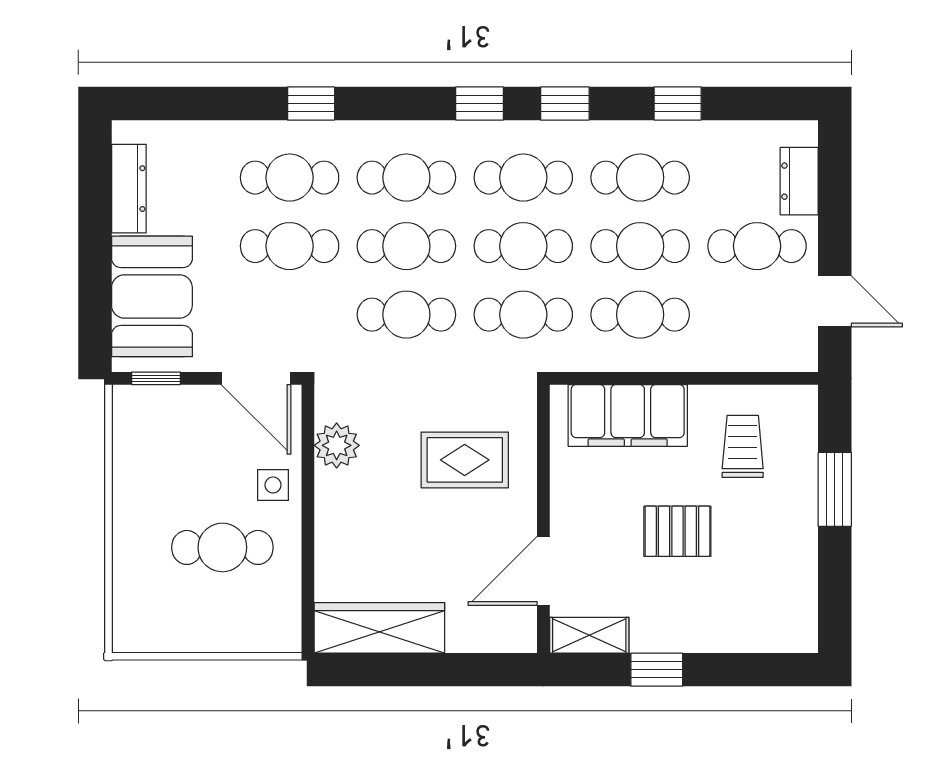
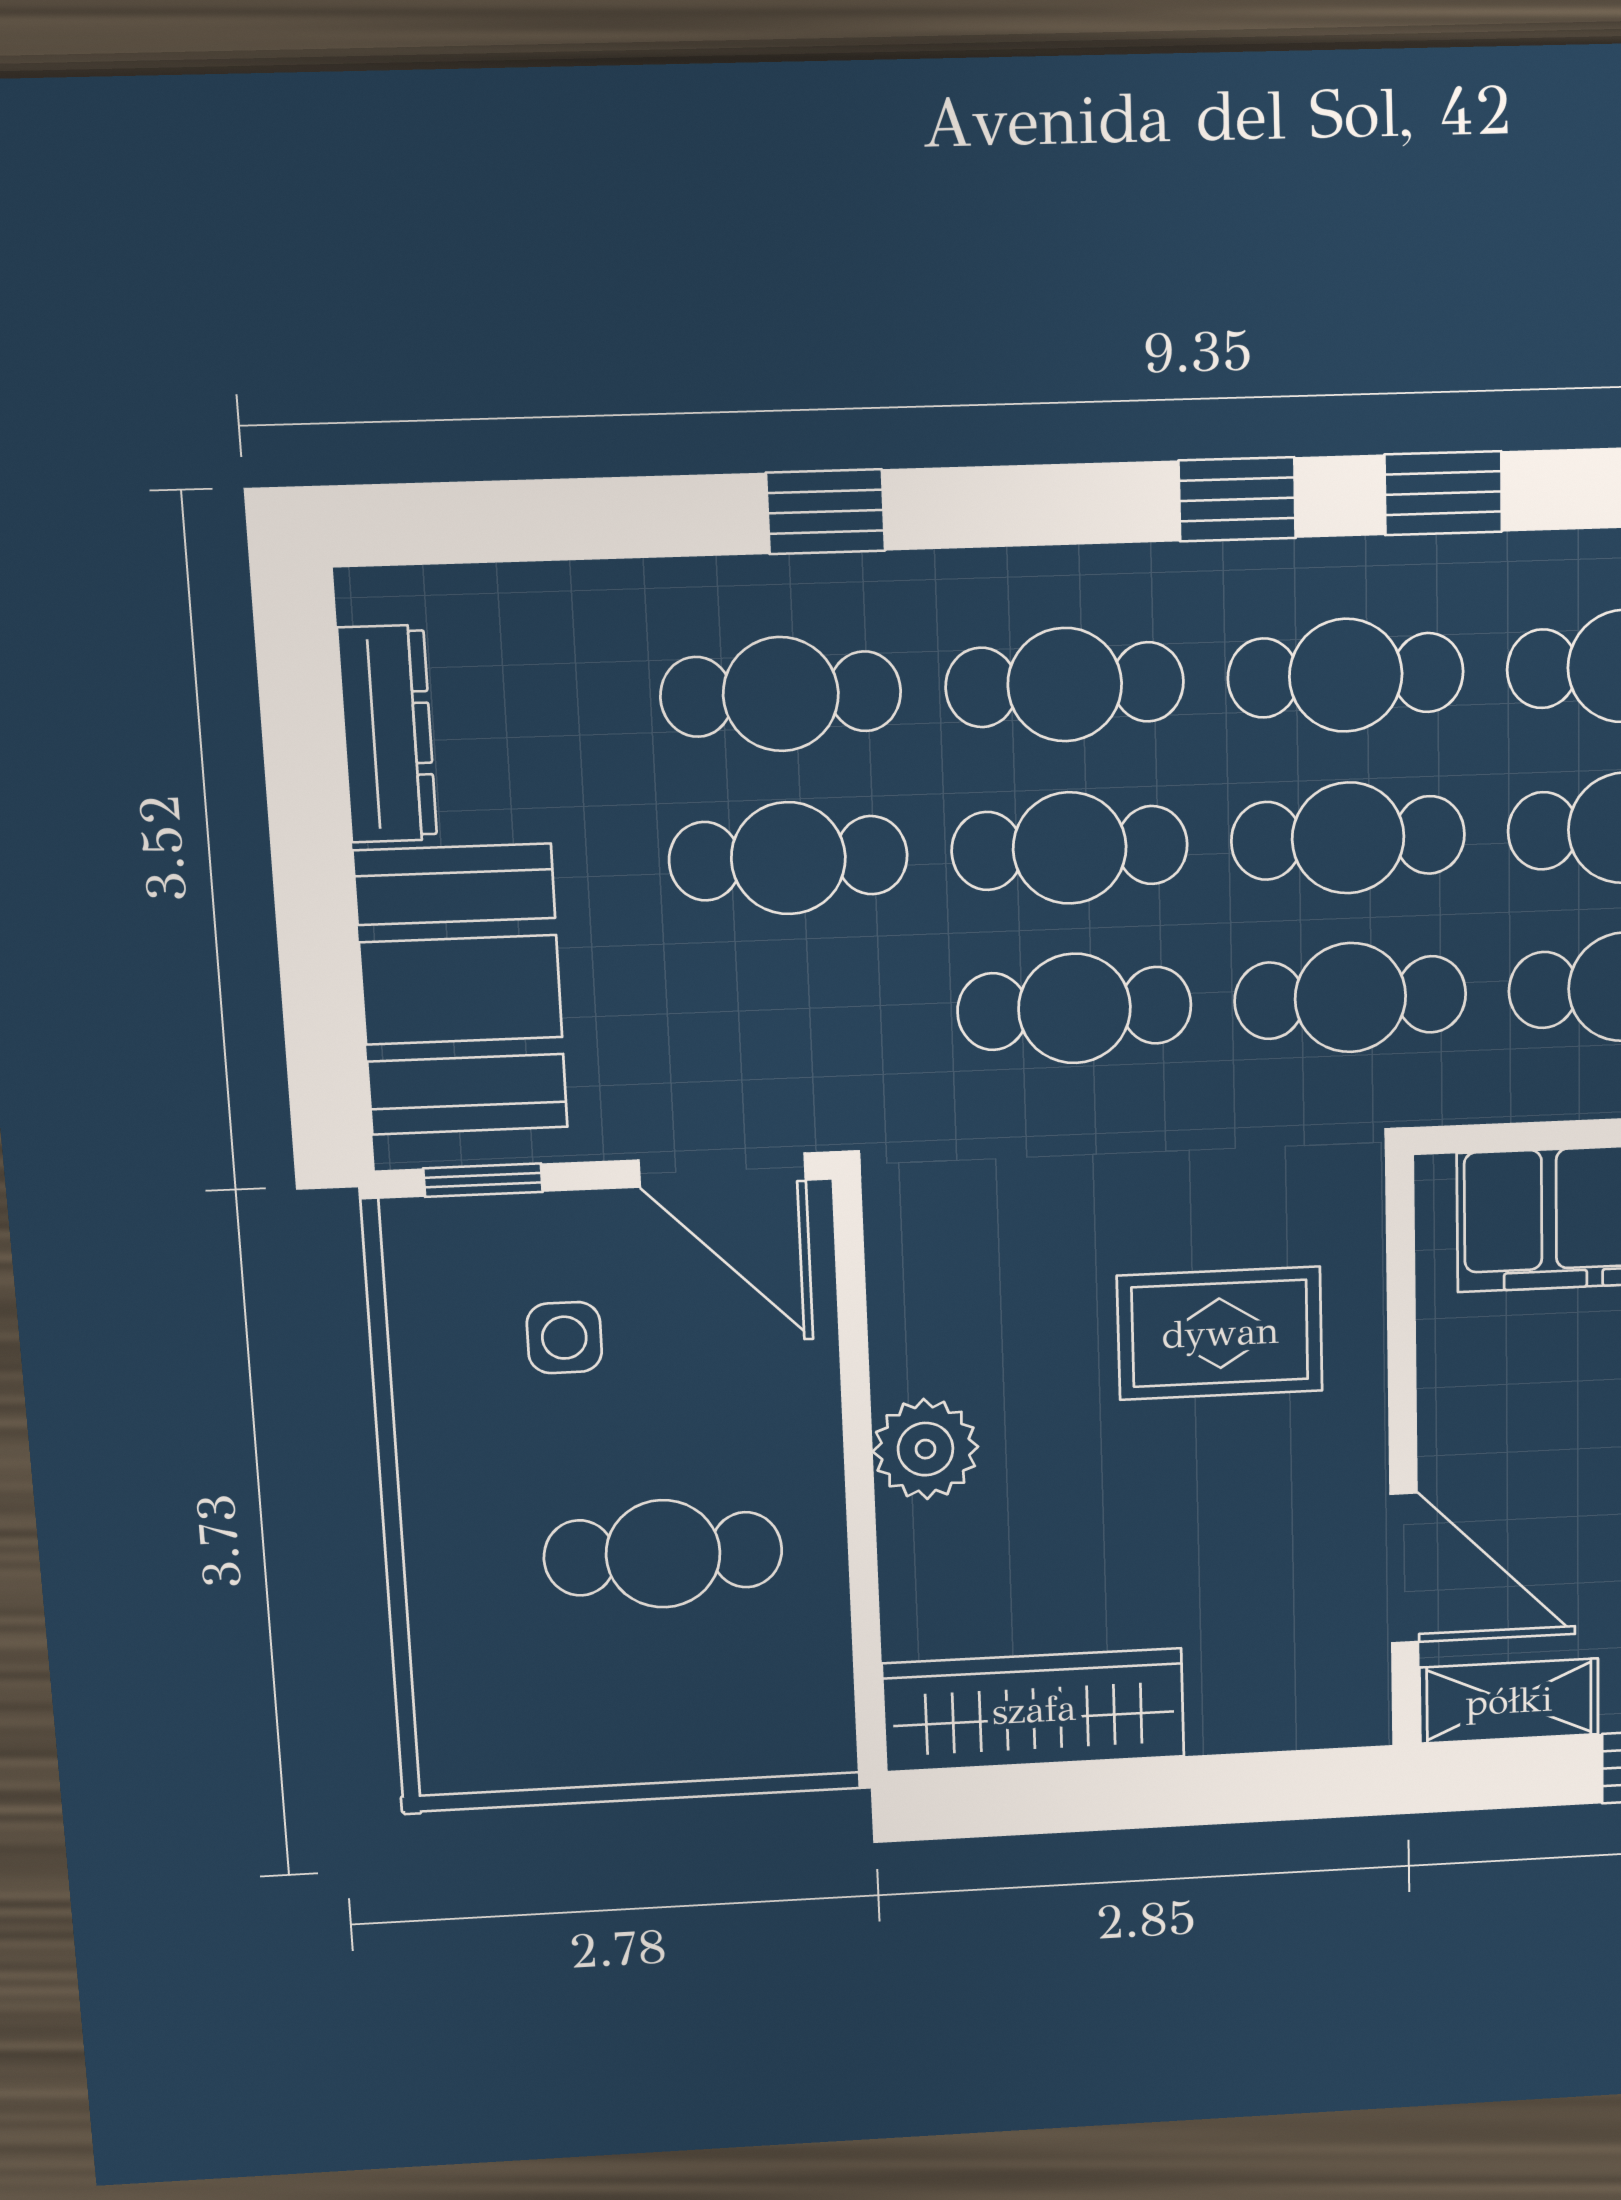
plant: (337, 445) -> (926, 1449), moved
side table: (273, 485) -> (564, 1338), moved
door: (543, 571) -> (1404, 1568), swing flipped

